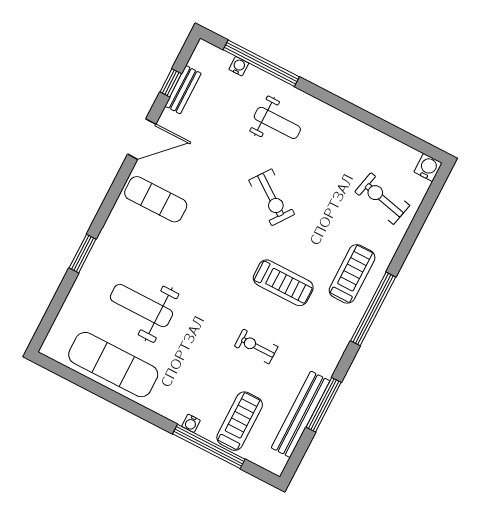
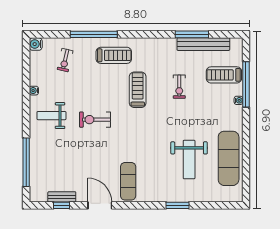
water cooler: (239, 66) -> (34, 91), moved
weight bench: (277, 123) -> (51, 116), moved, turned -90
exercise bike: (272, 197) -> (95, 120), turned -126
exercise bike: (382, 199) -> (65, 60), width x0.73, depth x0.72
treadmill: (352, 274) -> (114, 55), turned 180
window: (373, 309) -> (94, 34), moved

